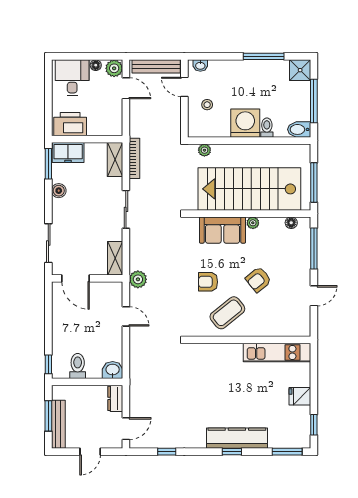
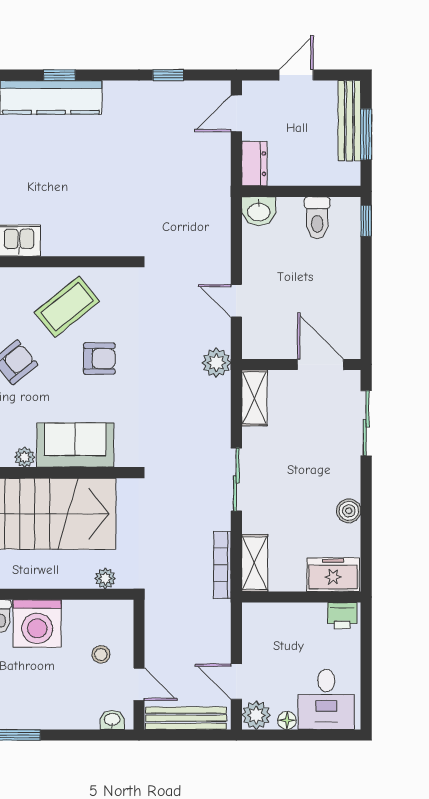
printer: (70, 124) -> (342, 616), width x0.53, depth x0.68
window: (48, 164) -> (366, 556), removed

